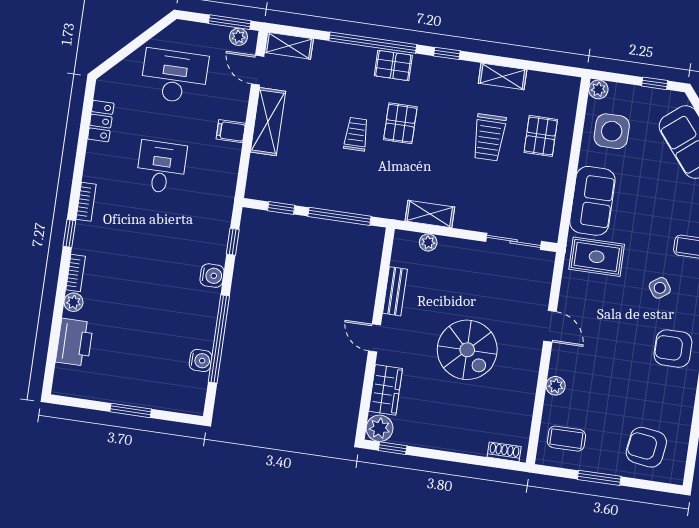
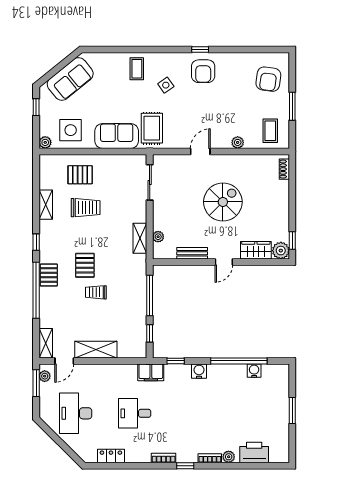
pallet: (400, 123) -> (85, 265), turned 90
filing cabinet: (231, 131) -> (151, 372), moved, width x2.00

